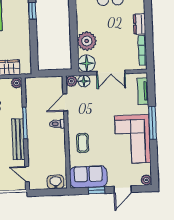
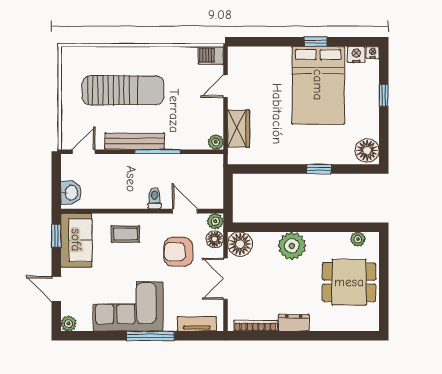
plant: (87, 41) -> (292, 246), moved
armchair: (94, 106) -> (178, 252), added
window: (97, 190) -> (56, 236), moved

